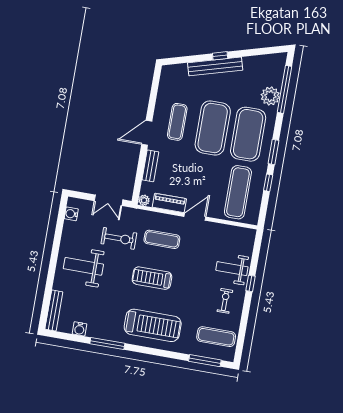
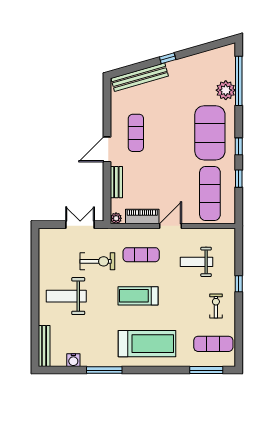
bench: (215, 66) -> (140, 77), moved
exercise mat: (213, 128) -> (173, 133), removed
window: (274, 152) -> (239, 146), width x0.67
double door: (109, 200) -> (80, 225), swing flipped
water cooler: (71, 214) -> (45, 245), removed
weight bench: (232, 269) -> (196, 262), moved

